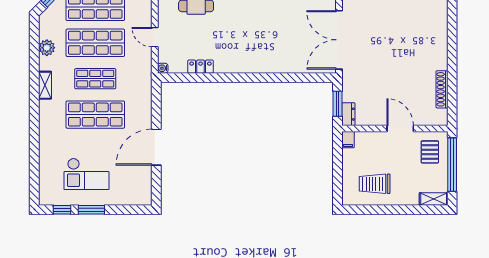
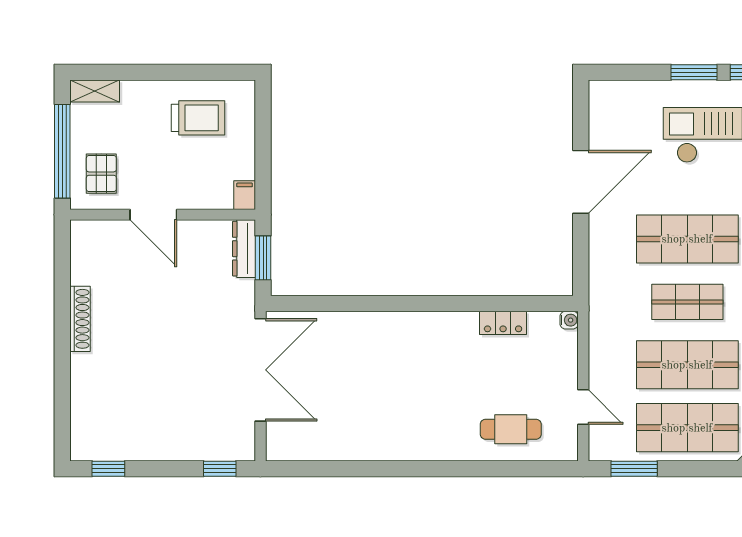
door: (155, 37) -> (583, 407), moved
shoe rack: (442, 89) -> (80, 319), moved
dresser: (348, 114) -> (244, 249), width x1.44

